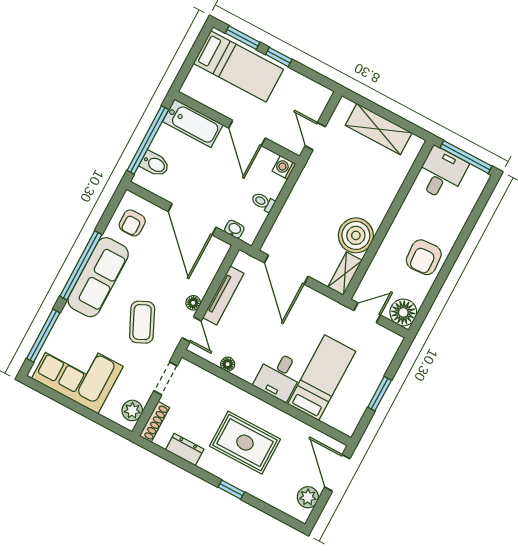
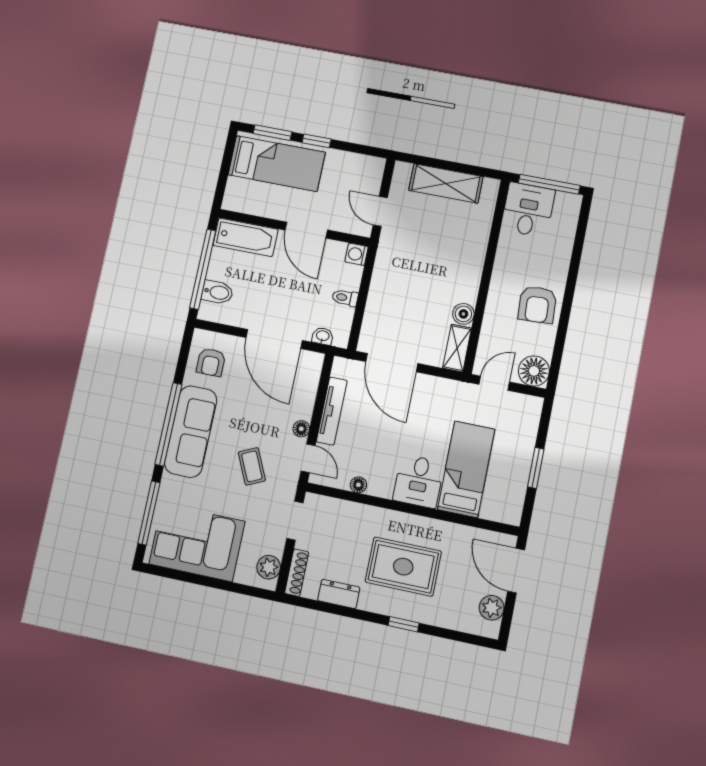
boiler: (356, 235) -> (463, 314), width x0.54, depth x0.54
coffee table: (142, 322) -> (252, 466), width x0.73, depth x0.77

